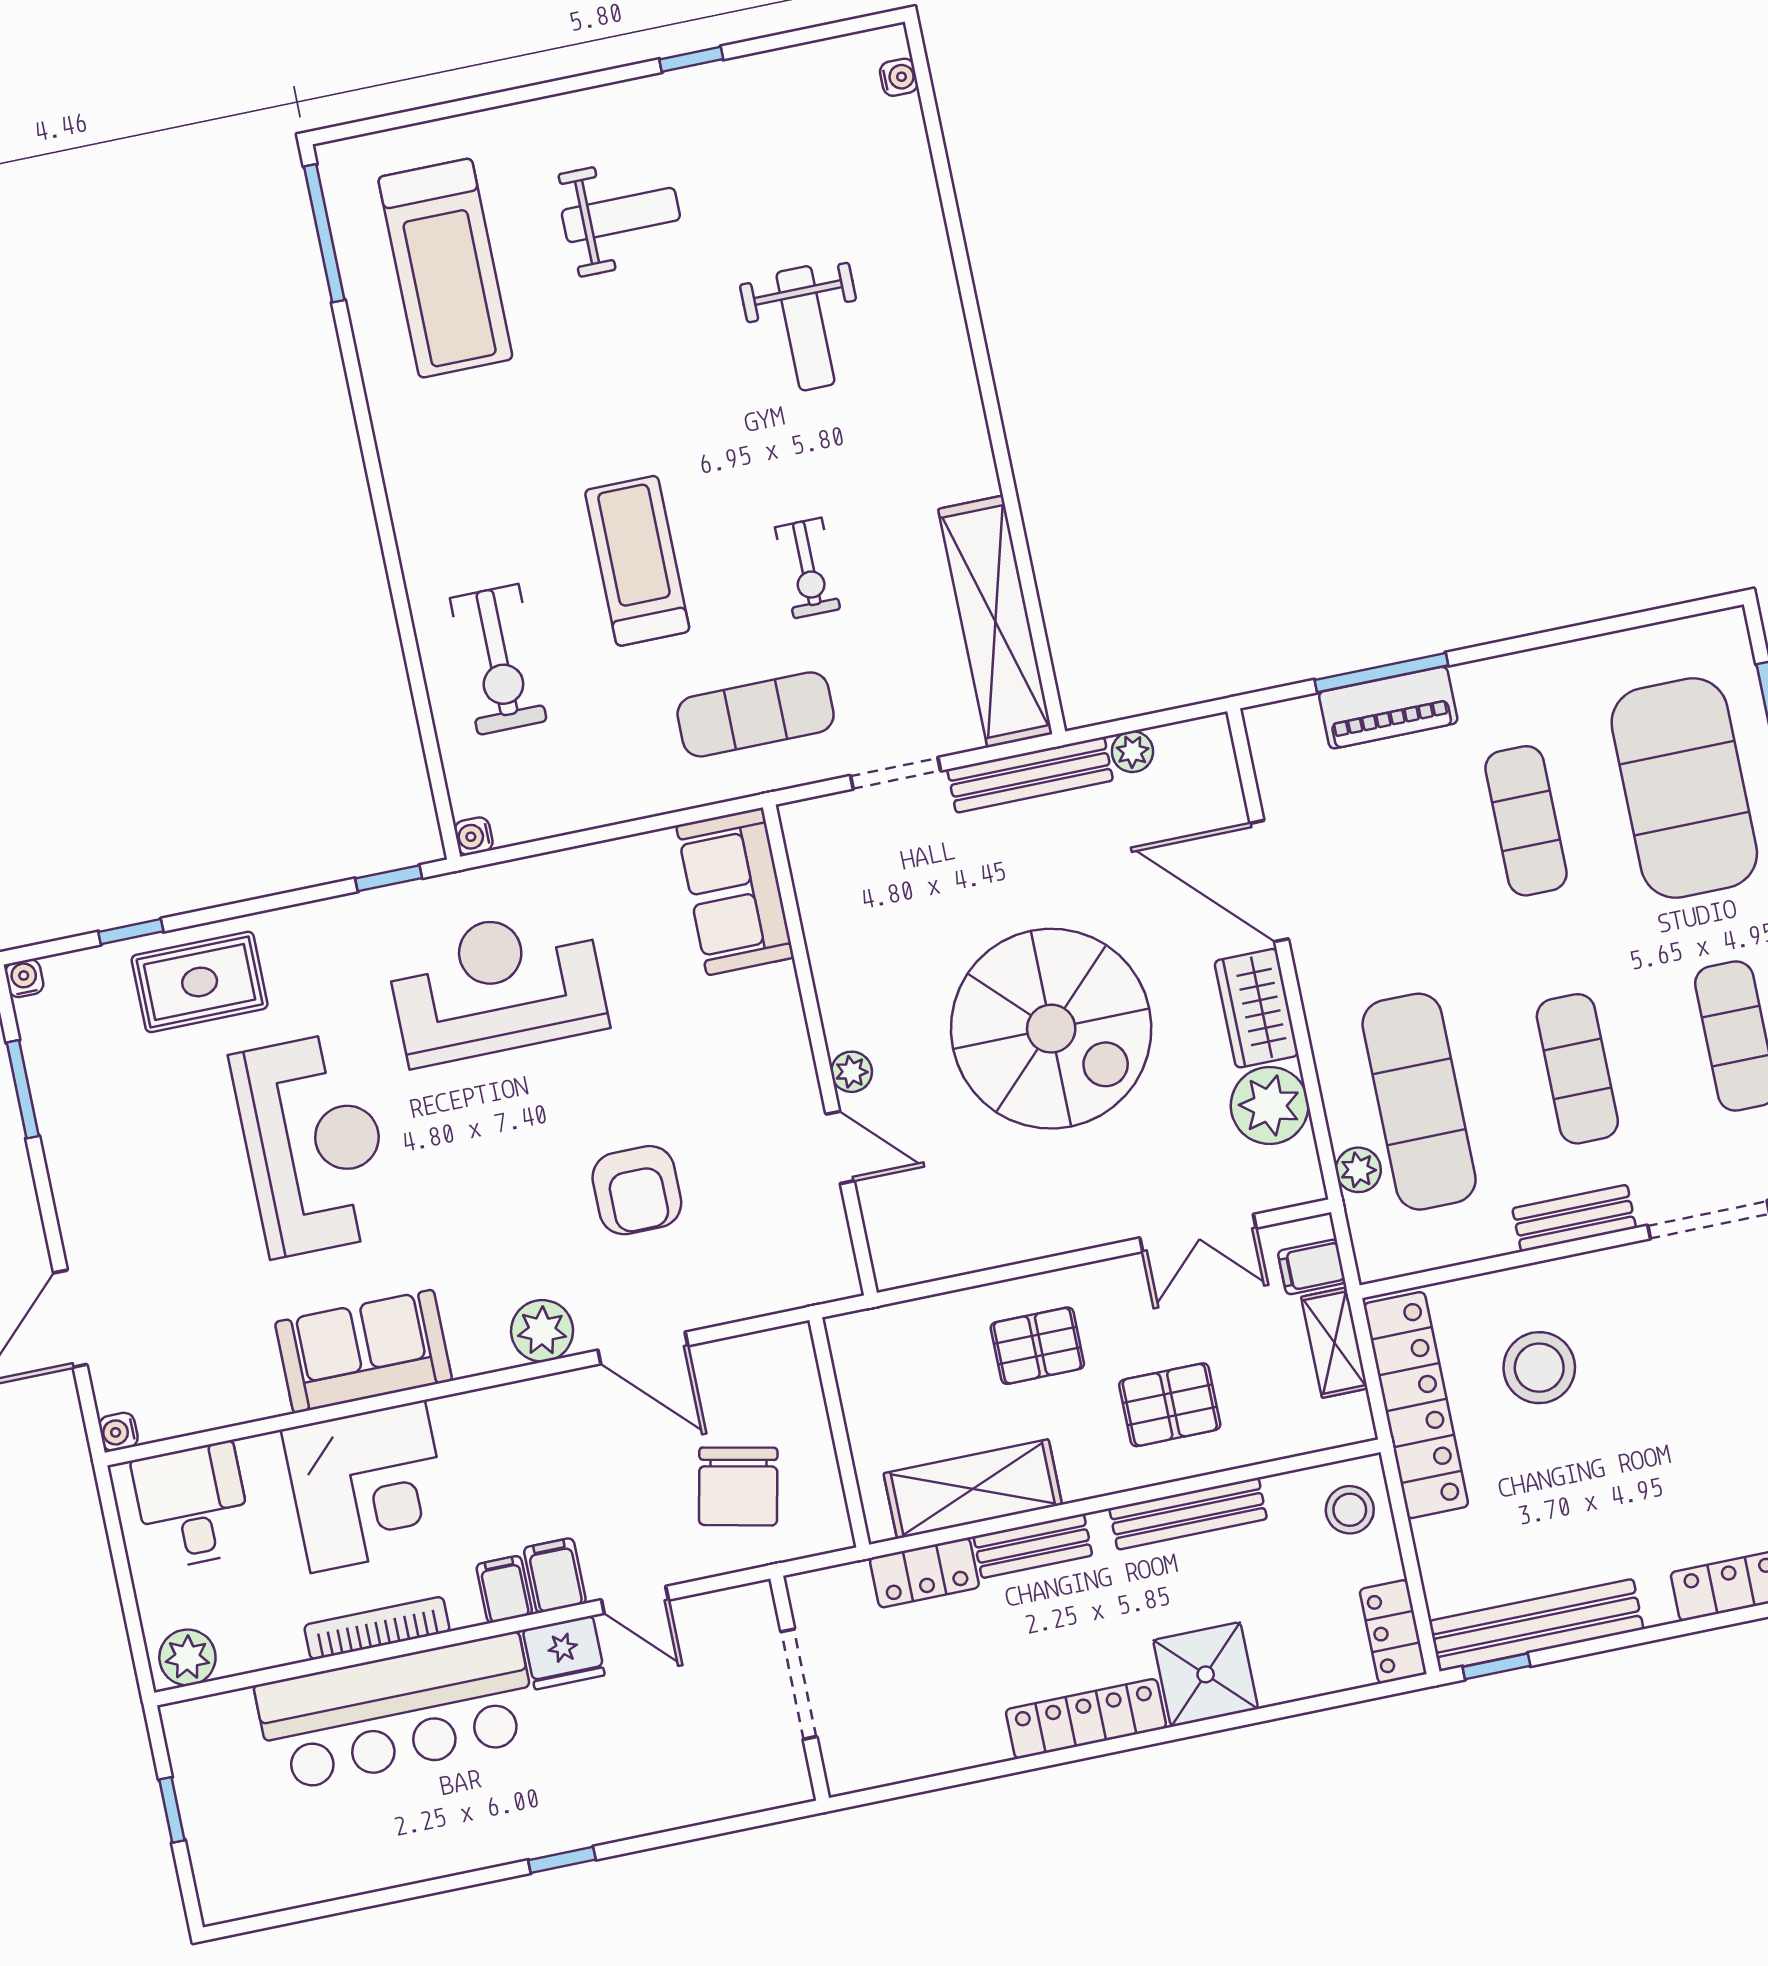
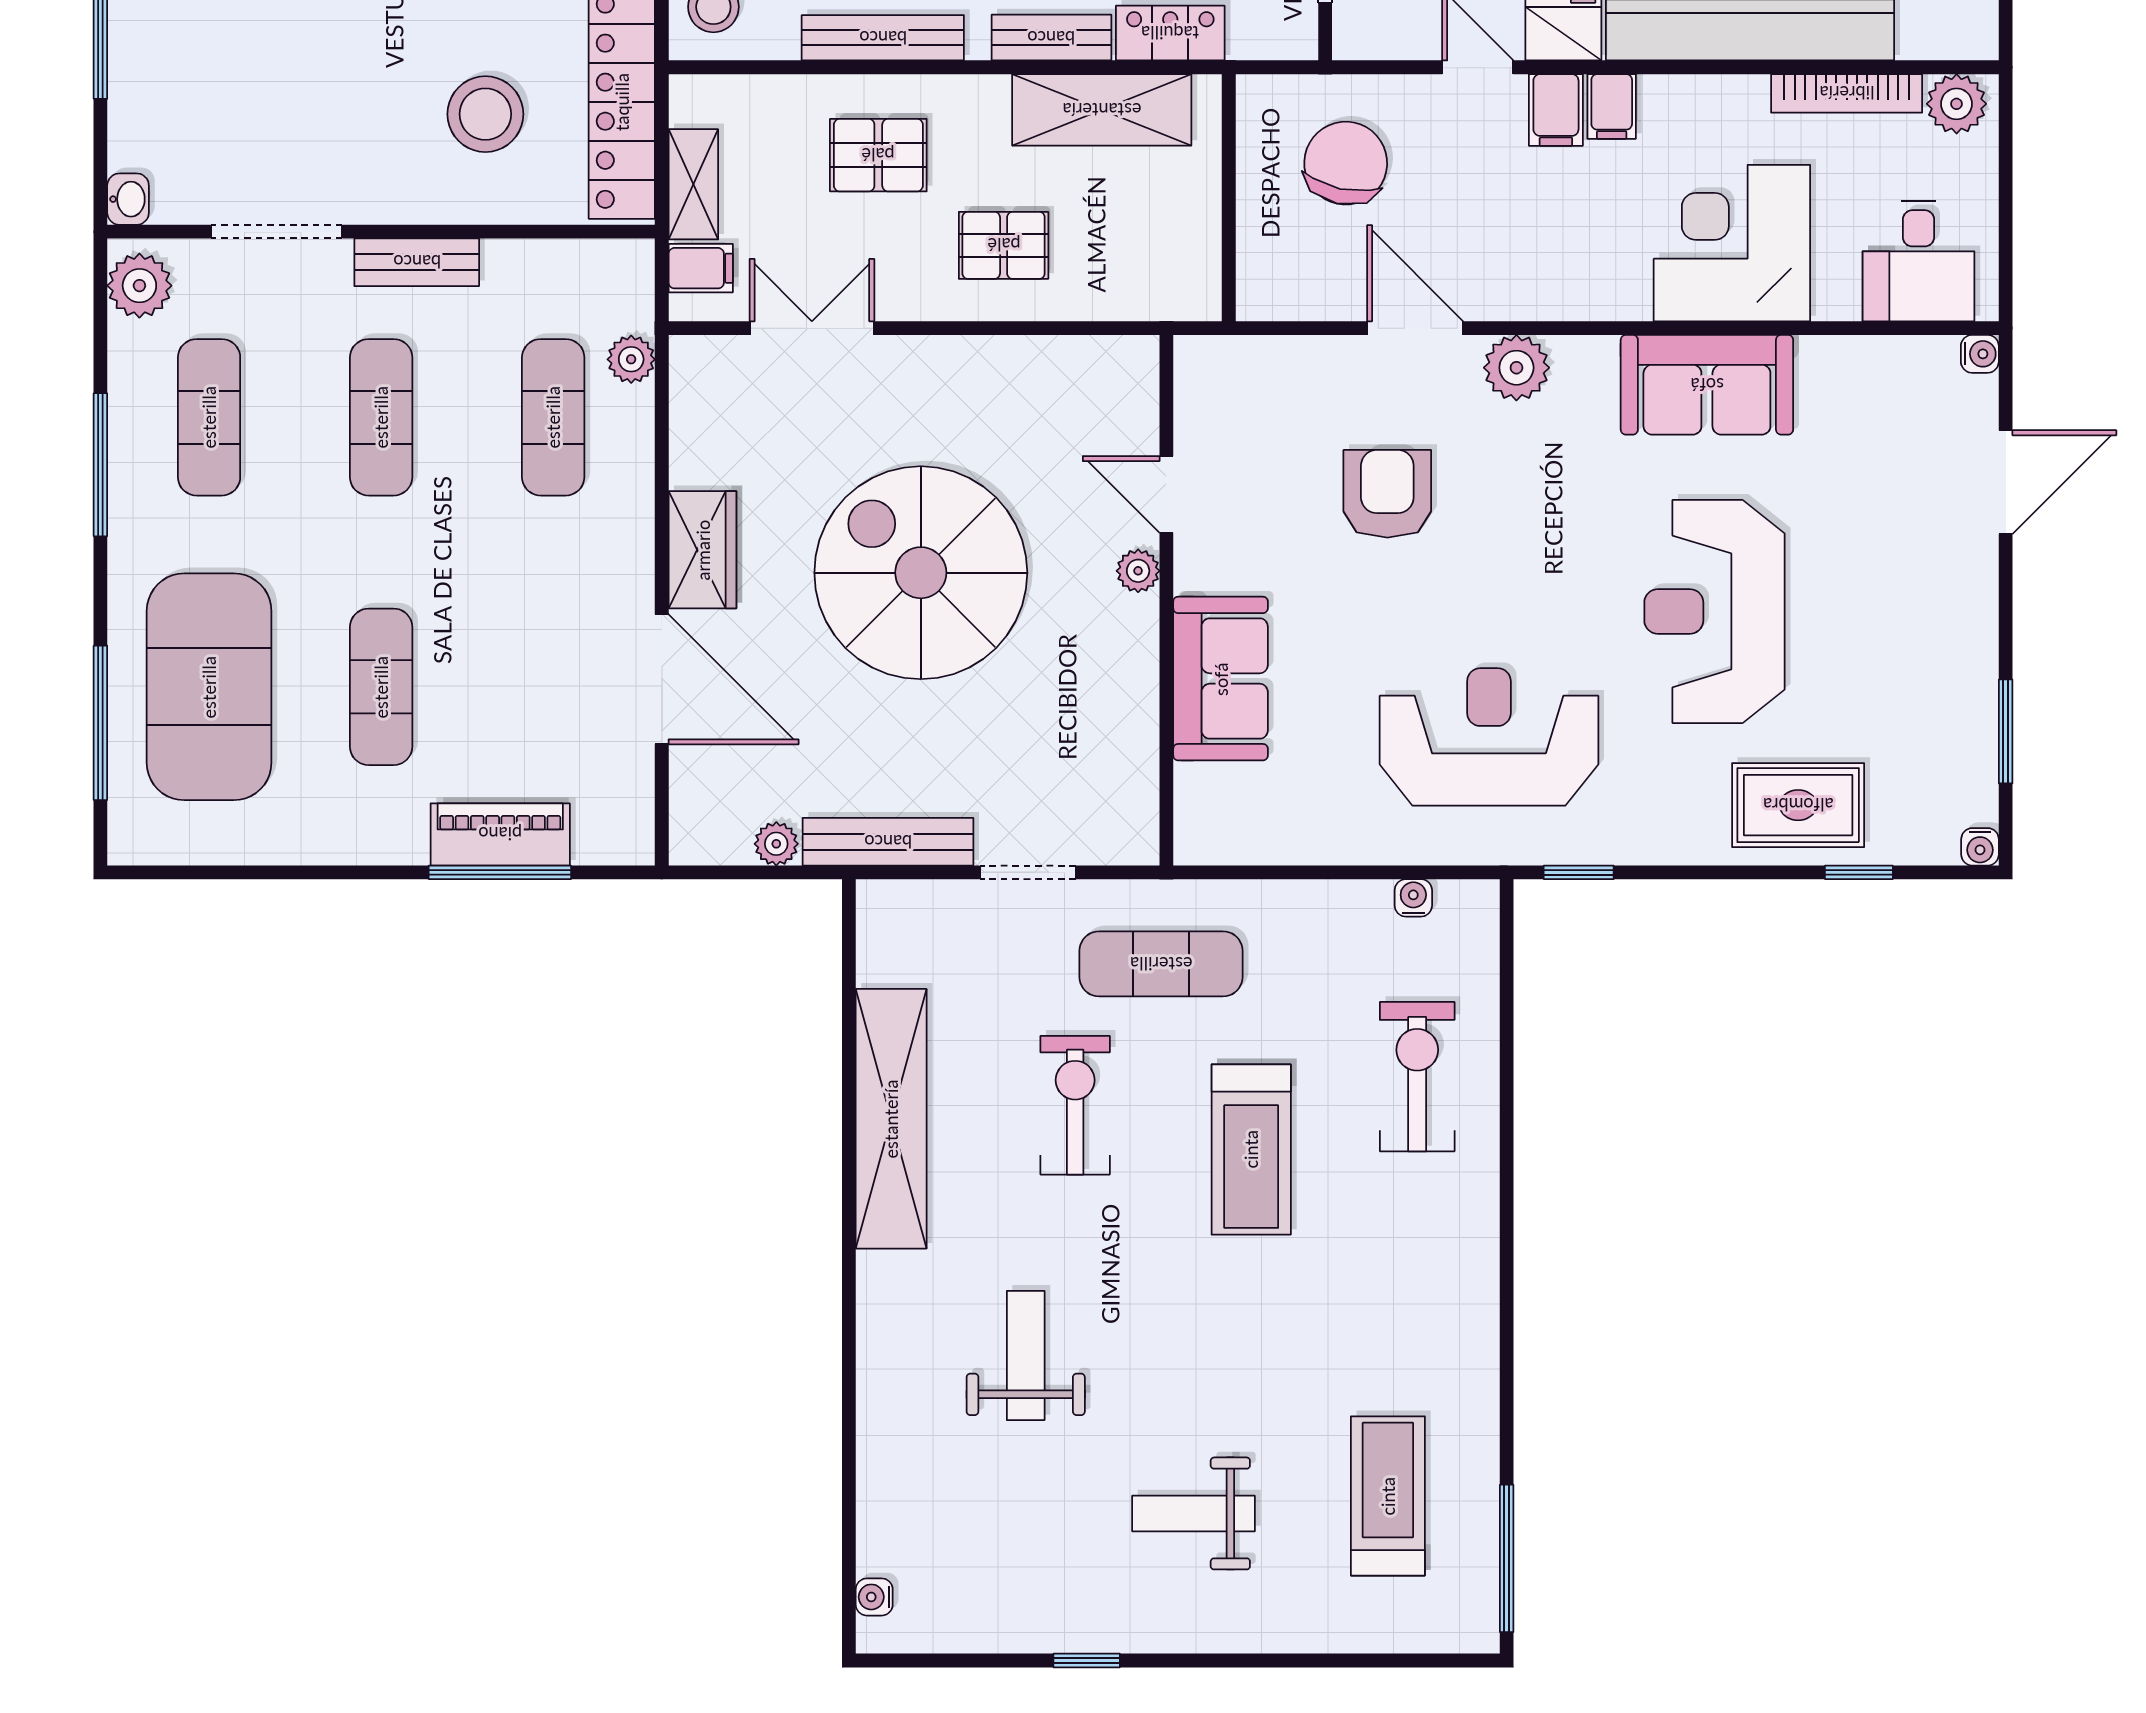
treadmill: (445, 268) -> (1388, 1496), width x0.73, depth x0.73
exercise bike: (808, 568) -> (1075, 1105), width x1.38, depth x1.39
shelving: (995, 621) -> (891, 1119), moved
water cooler: (474, 836) -> (1413, 898), moved, turned -90
sofa: (735, 892) -> (1221, 679), moved
reception desk: (497, 986) -> (1489, 737), turned 180
exercise mat: (1419, 1102) -> (553, 417), width x0.73, depth x0.69
plant: (1270, 1105) -> (710, 445), removed
bookcase: (377, 1628) -> (1847, 93), moved

